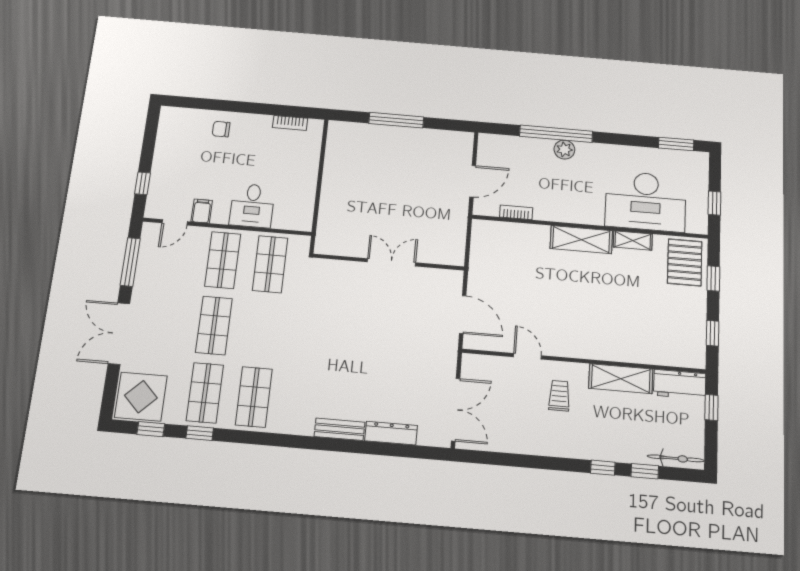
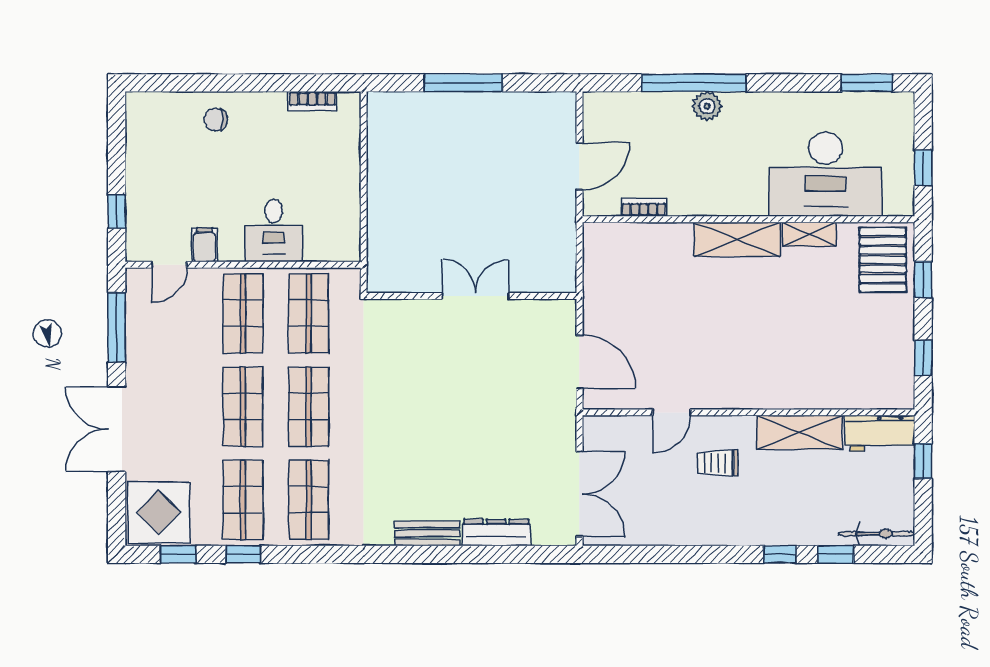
shop shelf: (262, 329) -> (309, 407), added
door: (527, 356) -> (671, 412), swing flipped
trolley: (559, 396) -> (717, 463), turned -90

